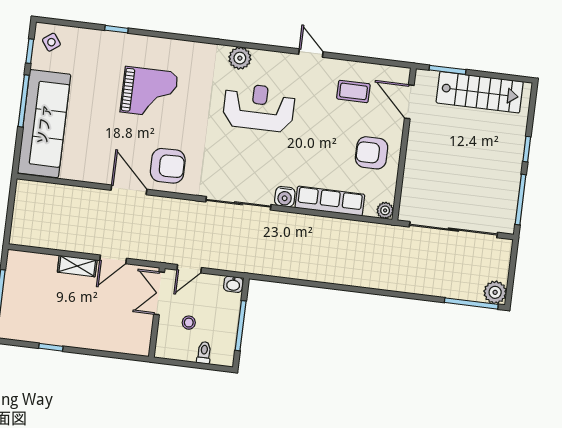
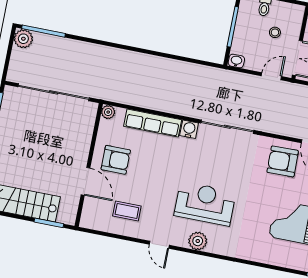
plant: (240, 58) -> (198, 241), moved
door: (409, 102) -> (85, 181), moved
reception desk: (259, 107) -> (205, 204), turned 180

